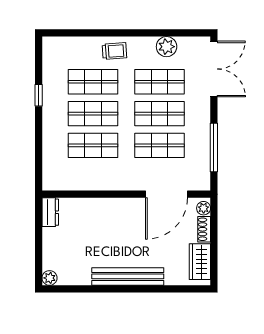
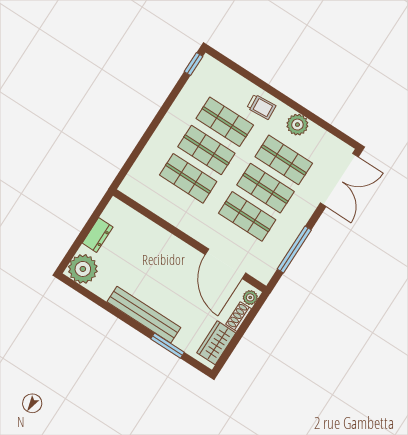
plant: (167, 47) -> (297, 125), moved
window: (39, 95) -> (194, 64), moved
door: (166, 194) -> (225, 264), hinge flipped
dresser: (50, 212) -> (98, 235), moved
plant: (49, 278) -> (83, 269), width x1.87, depth x1.87
window: (163, 289) -> (168, 346), added

